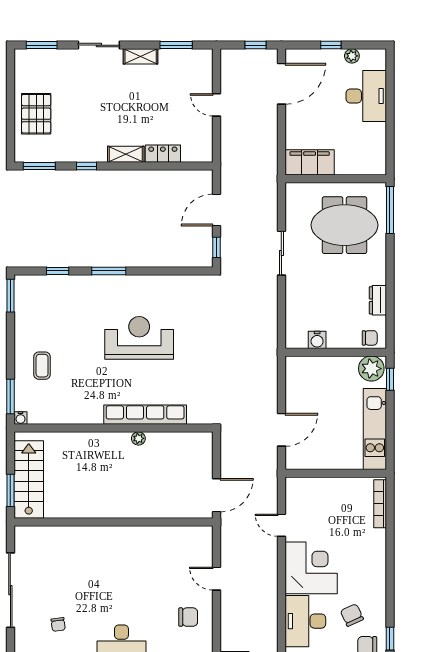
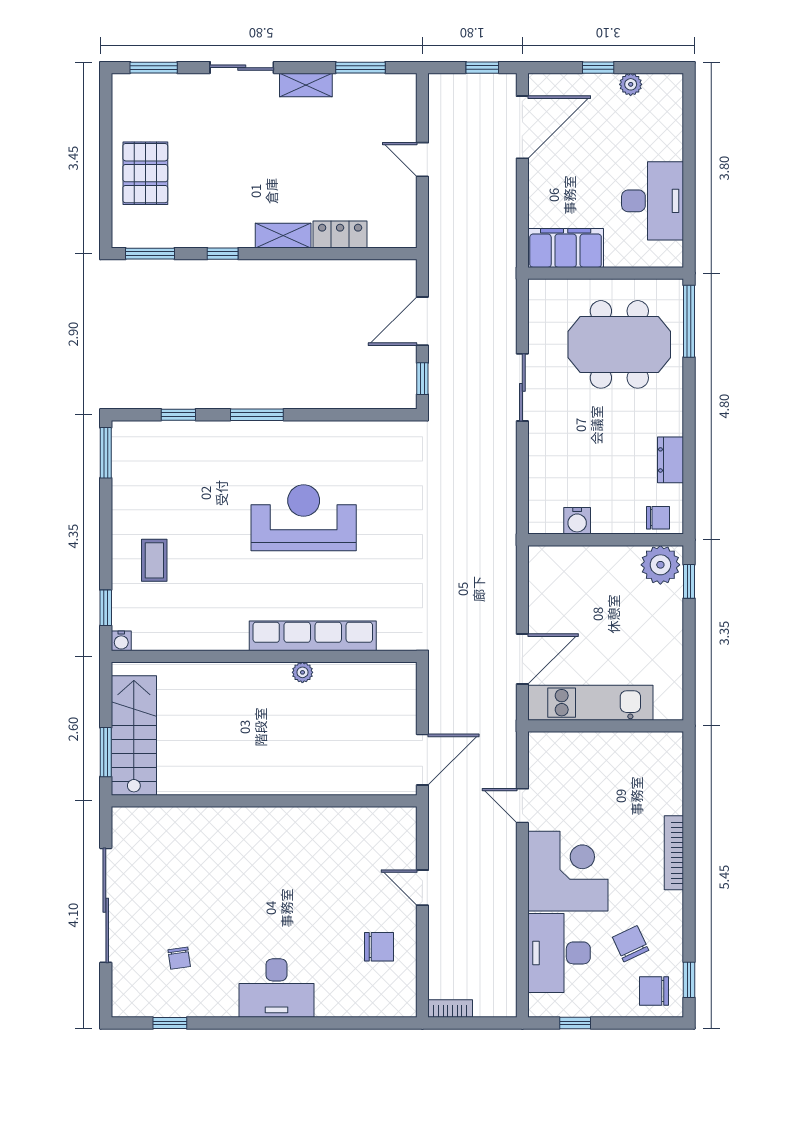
desk: (366, 96) -> (653, 201), moved
window: (10, 396) -> (106, 608), width x0.67
kitchen unit: (375, 429) -> (590, 703), moved, turned 90
bookcase: (380, 504) -> (674, 853), moved

